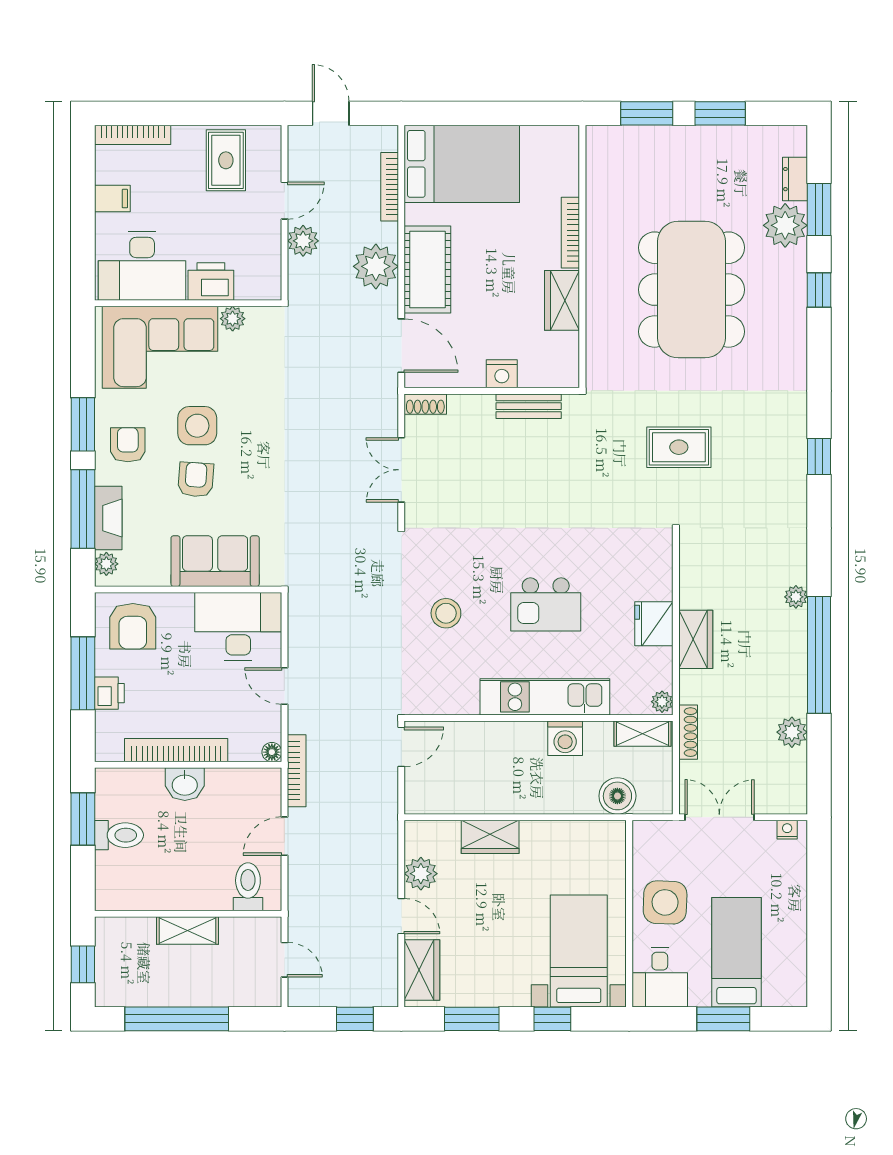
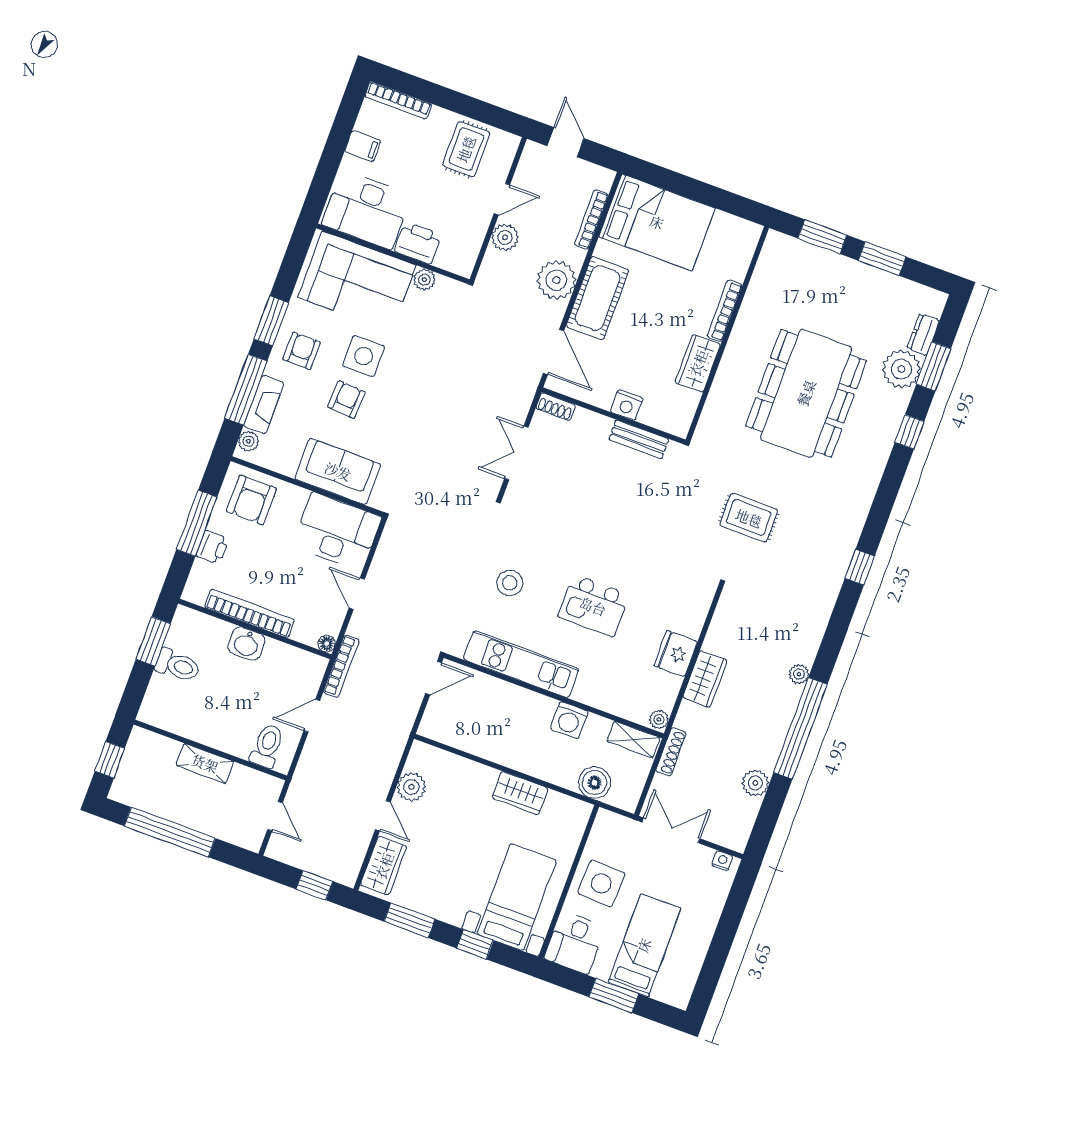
kitchen unit: (545, 697) -> (521, 664), moved
wardrobe: (490, 837) -> (520, 793), moved

